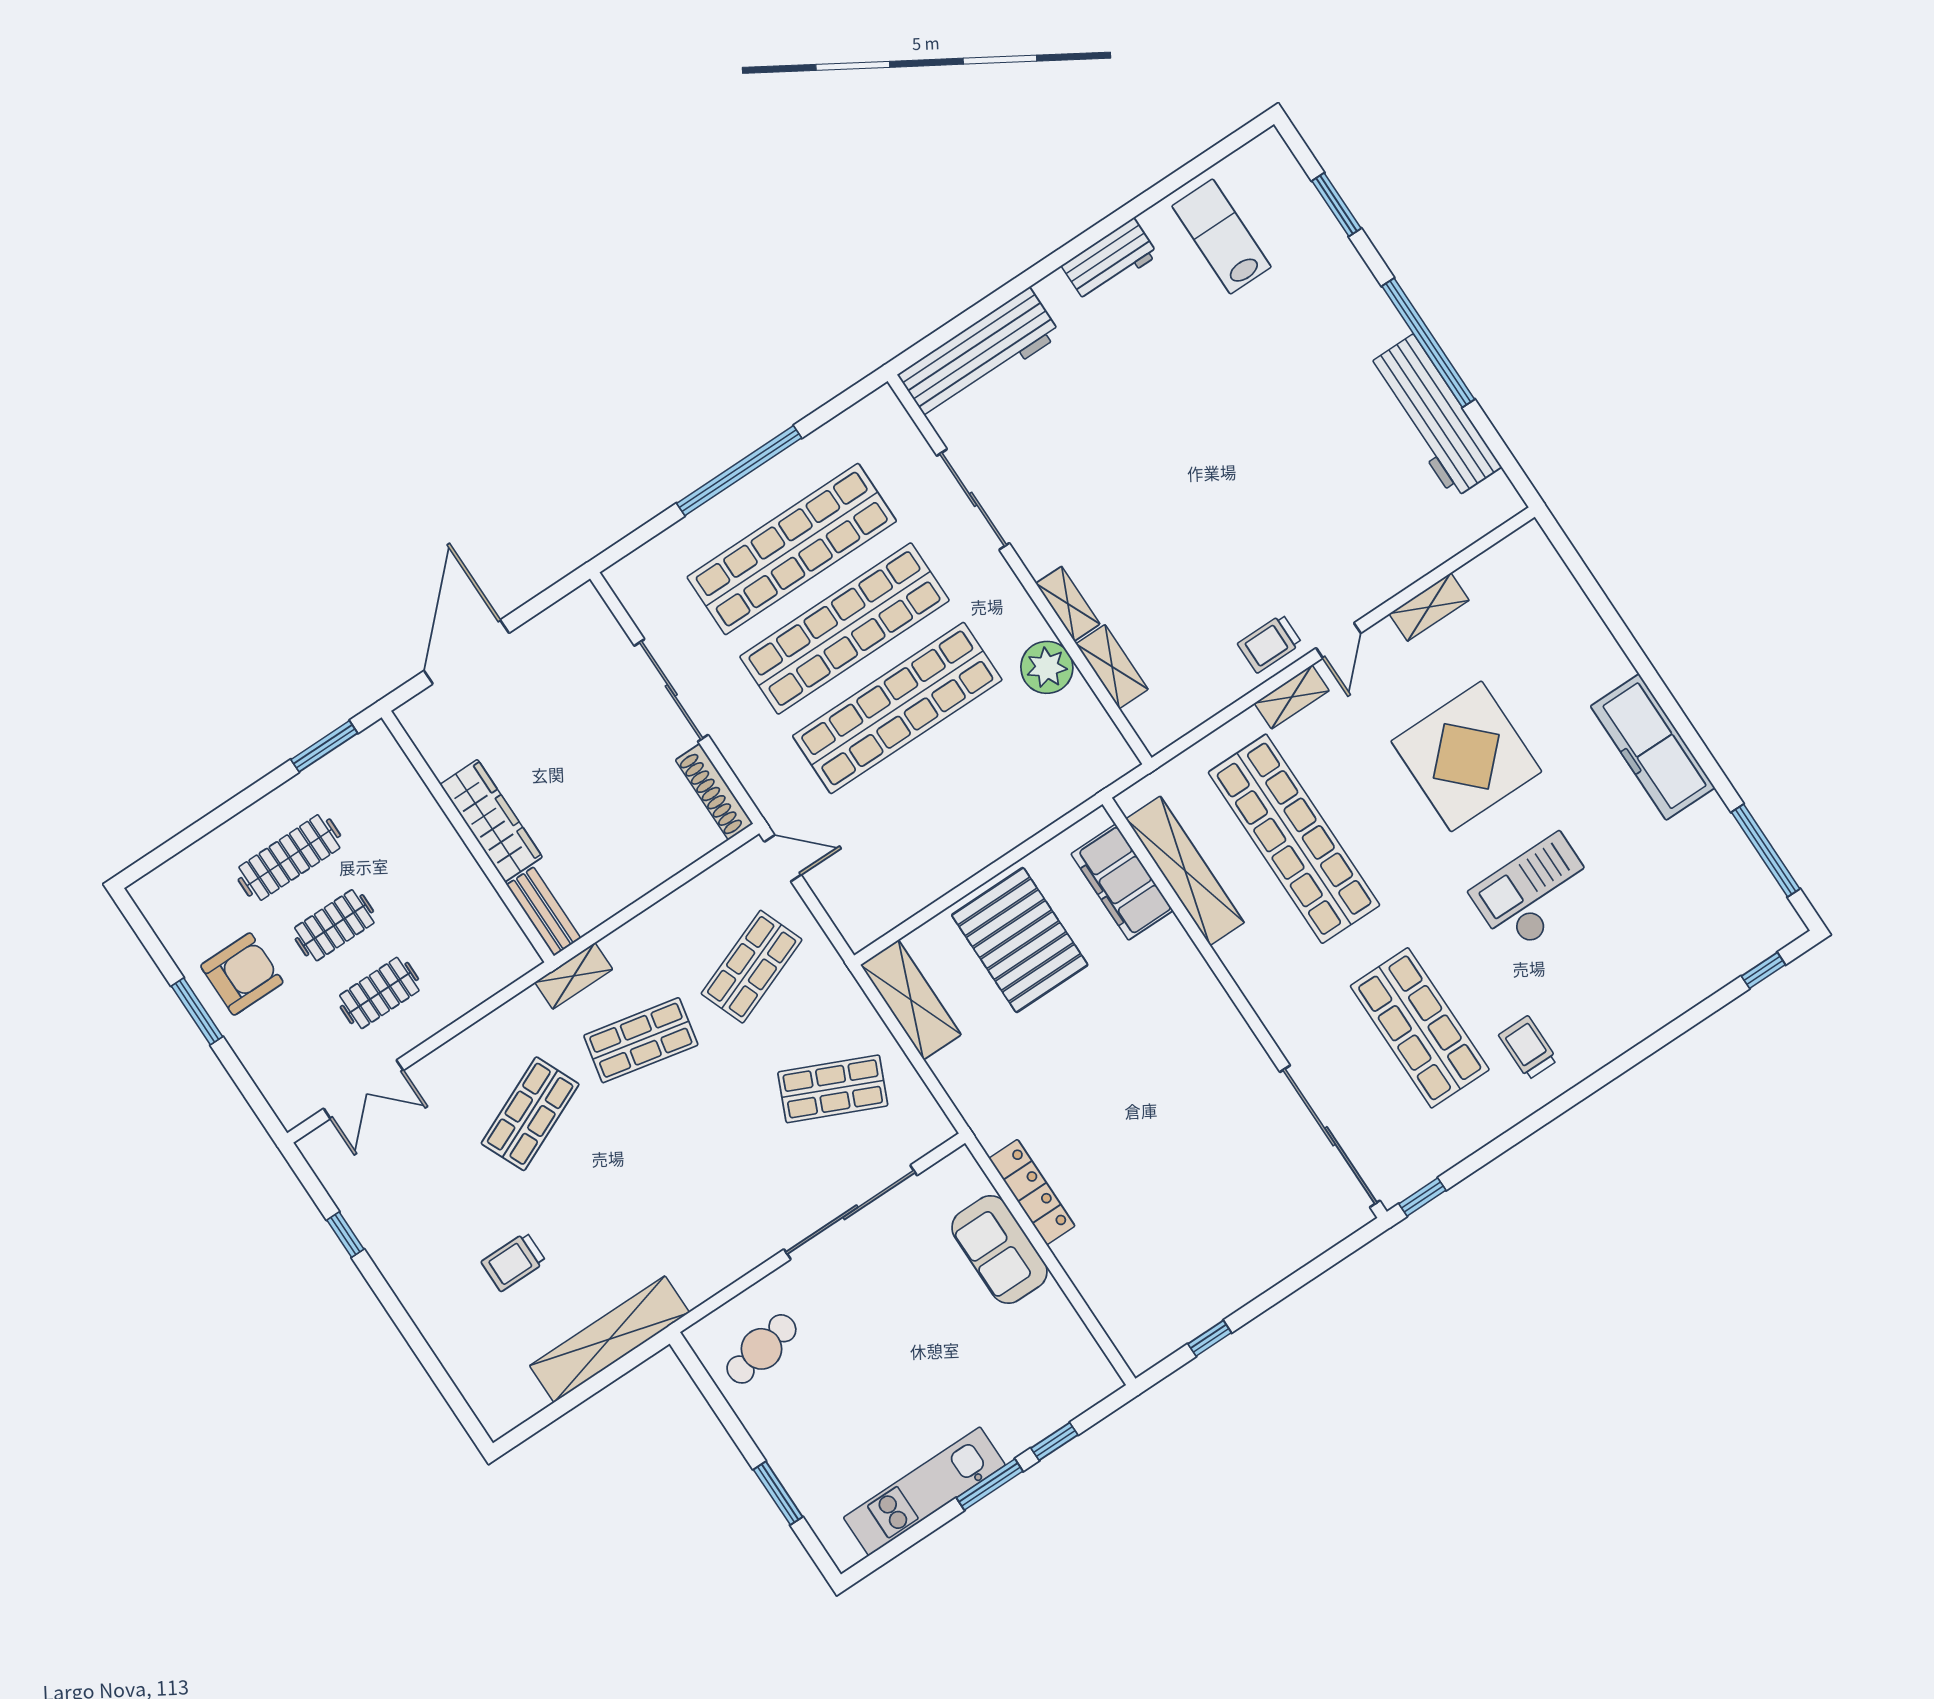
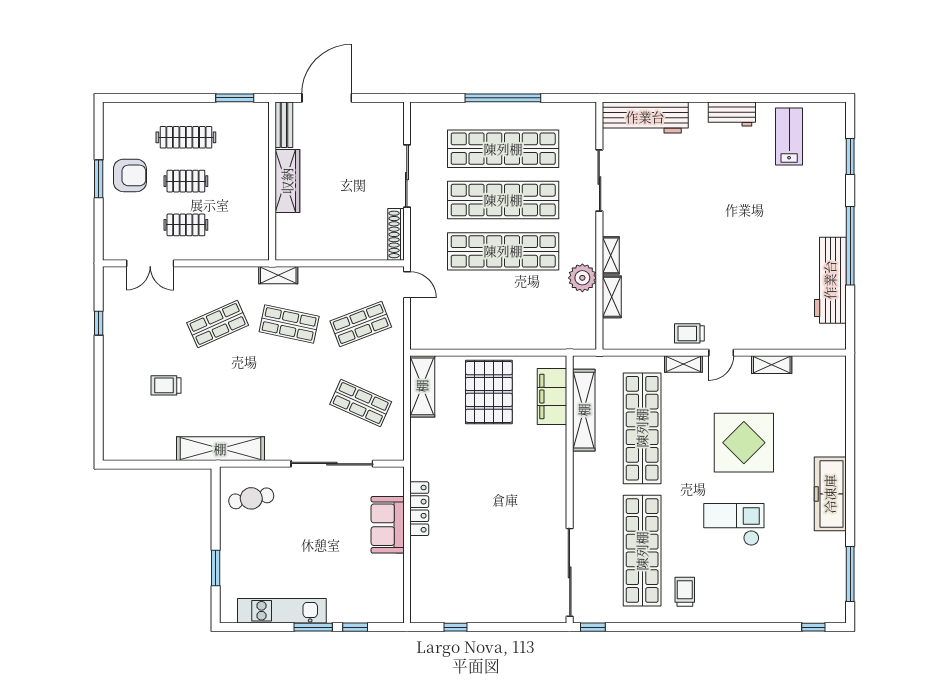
bench: (544, 911) -> (284, 125), moved
shop shelf: (1420, 1028) -> (642, 551), width x1.40
shelving: (609, 1339) -> (220, 449), moved

